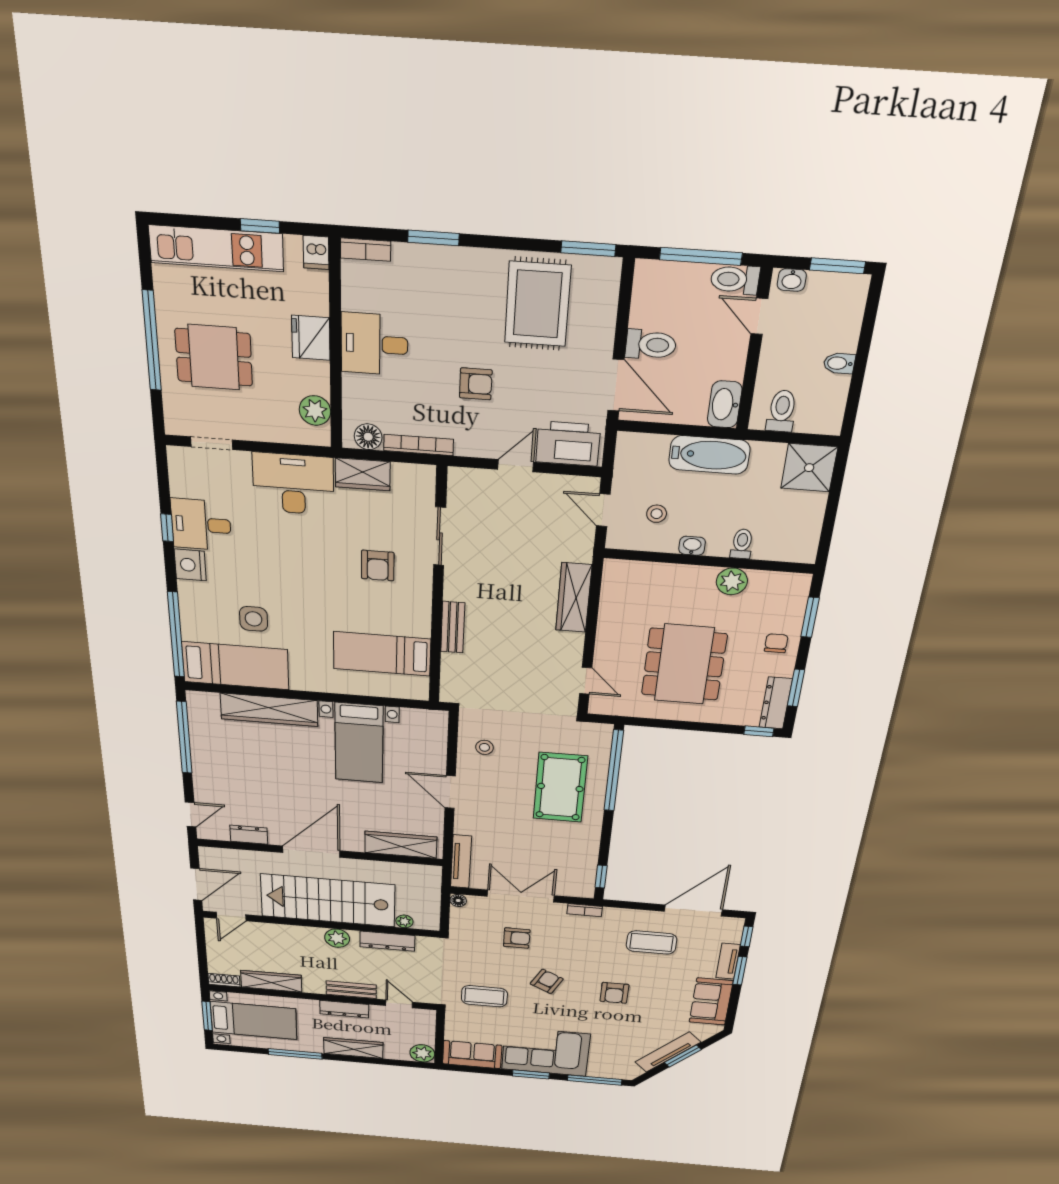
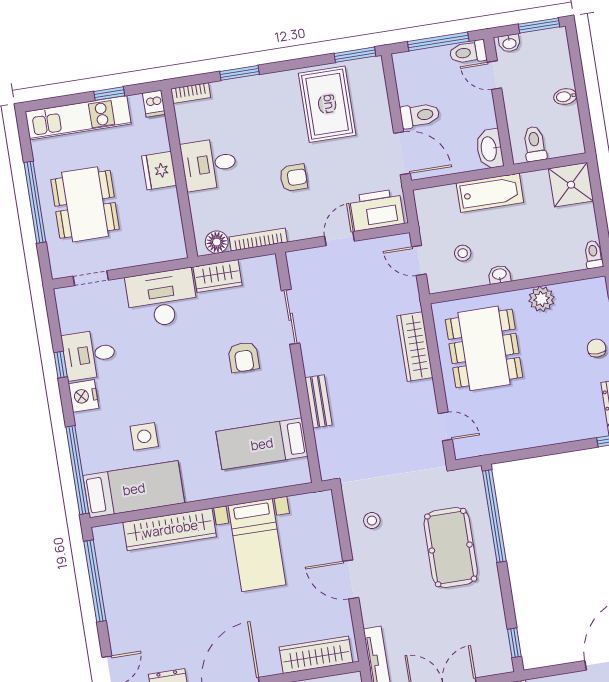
dining table: (214, 357) -> (85, 204), width x1.38
plant: (315, 411) -> (171, 230), removed
toilet: (742, 544) -> (593, 254), moved
dining table: (684, 664) -> (484, 348), moved

